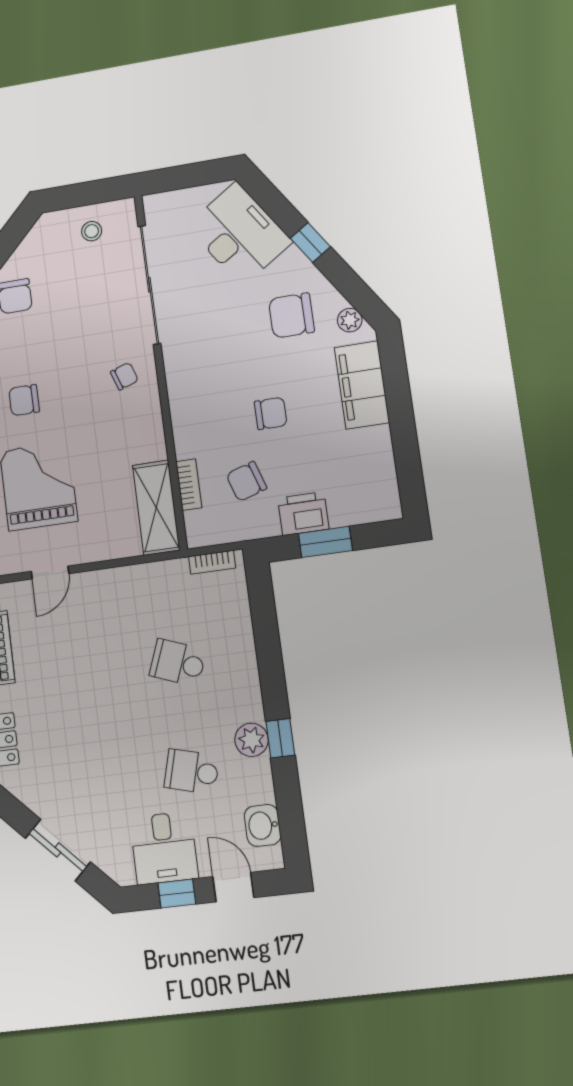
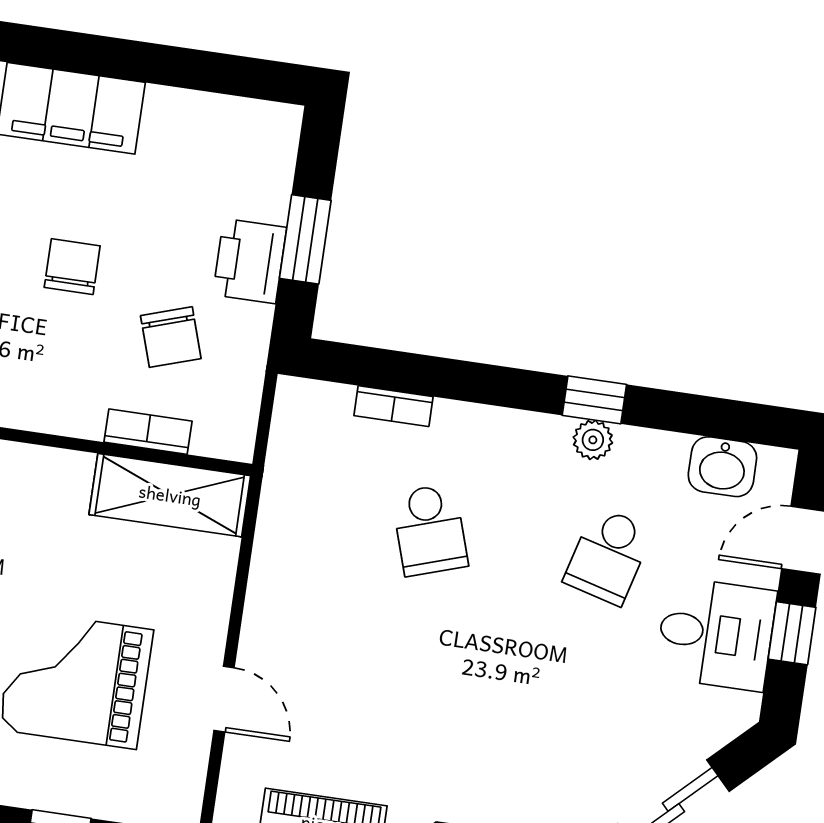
bookcase: (212, 562) -> (394, 406), moved, turned 90
school desk: (178, 663) -> (430, 530), turned -39
plant: (252, 740) -> (593, 440), width x0.73, depth x0.73

